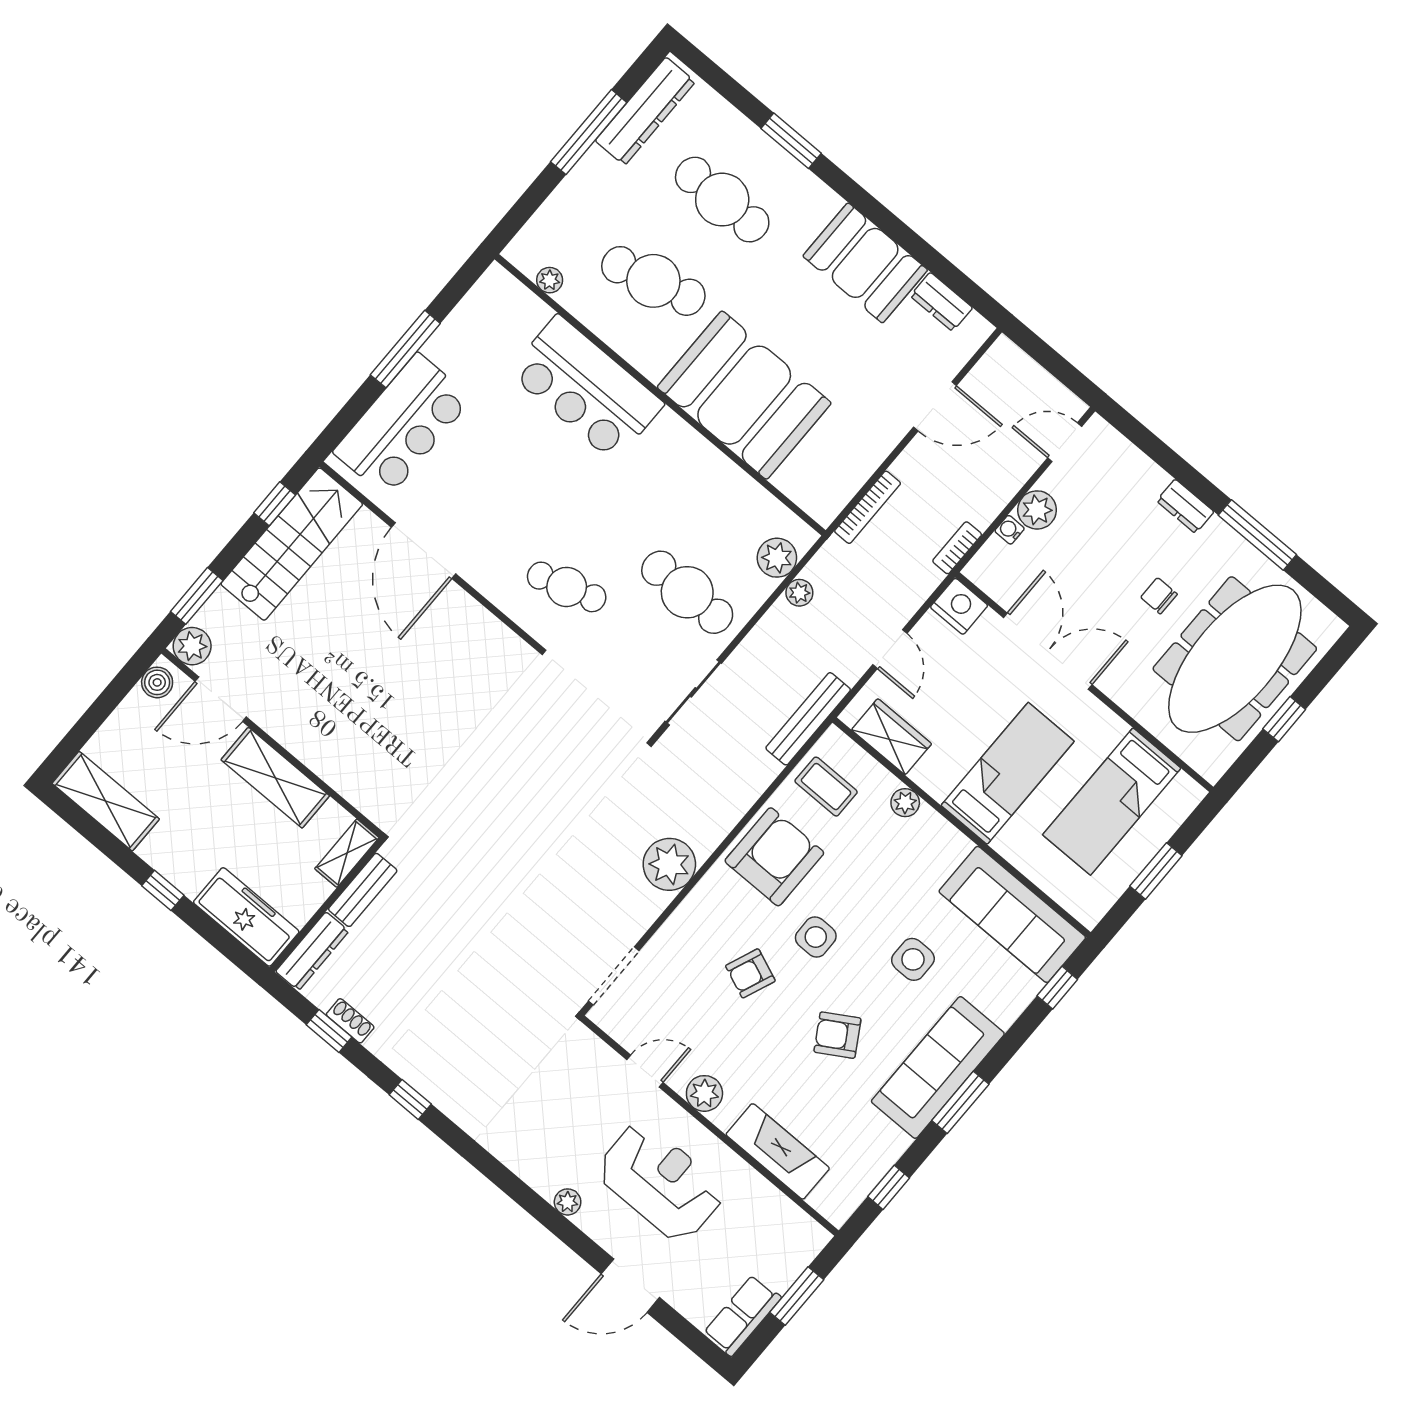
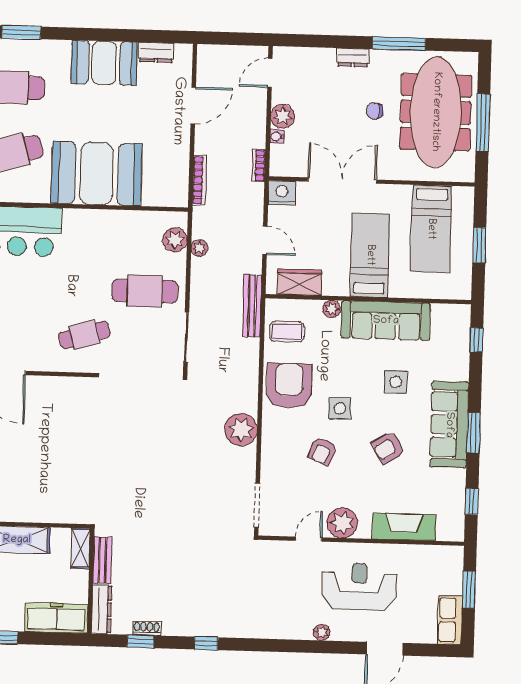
window: (1284, 719) -> (483, 122), width x2.17
sofa: (1012, 914) -> (386, 321), moved
plant: (704, 1093) -> (342, 523), width x1.36, depth x1.36

